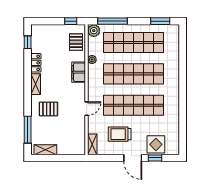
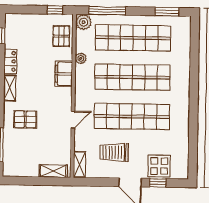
shelving: (45, 150) -> (53, 171), moved

